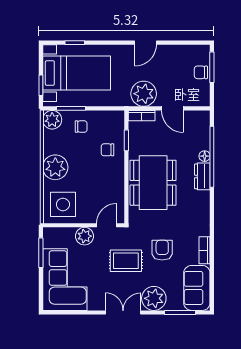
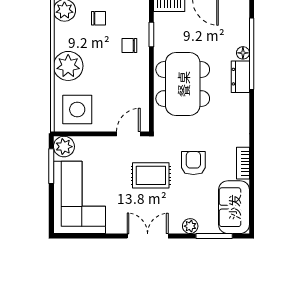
plant: (84, 236) -> (64, 147), moved
plant: (154, 298) -> (190, 226), width x0.53, depth x0.53

